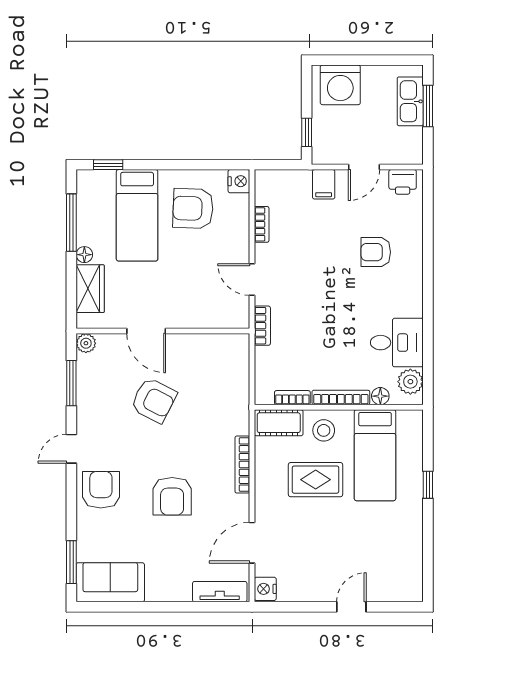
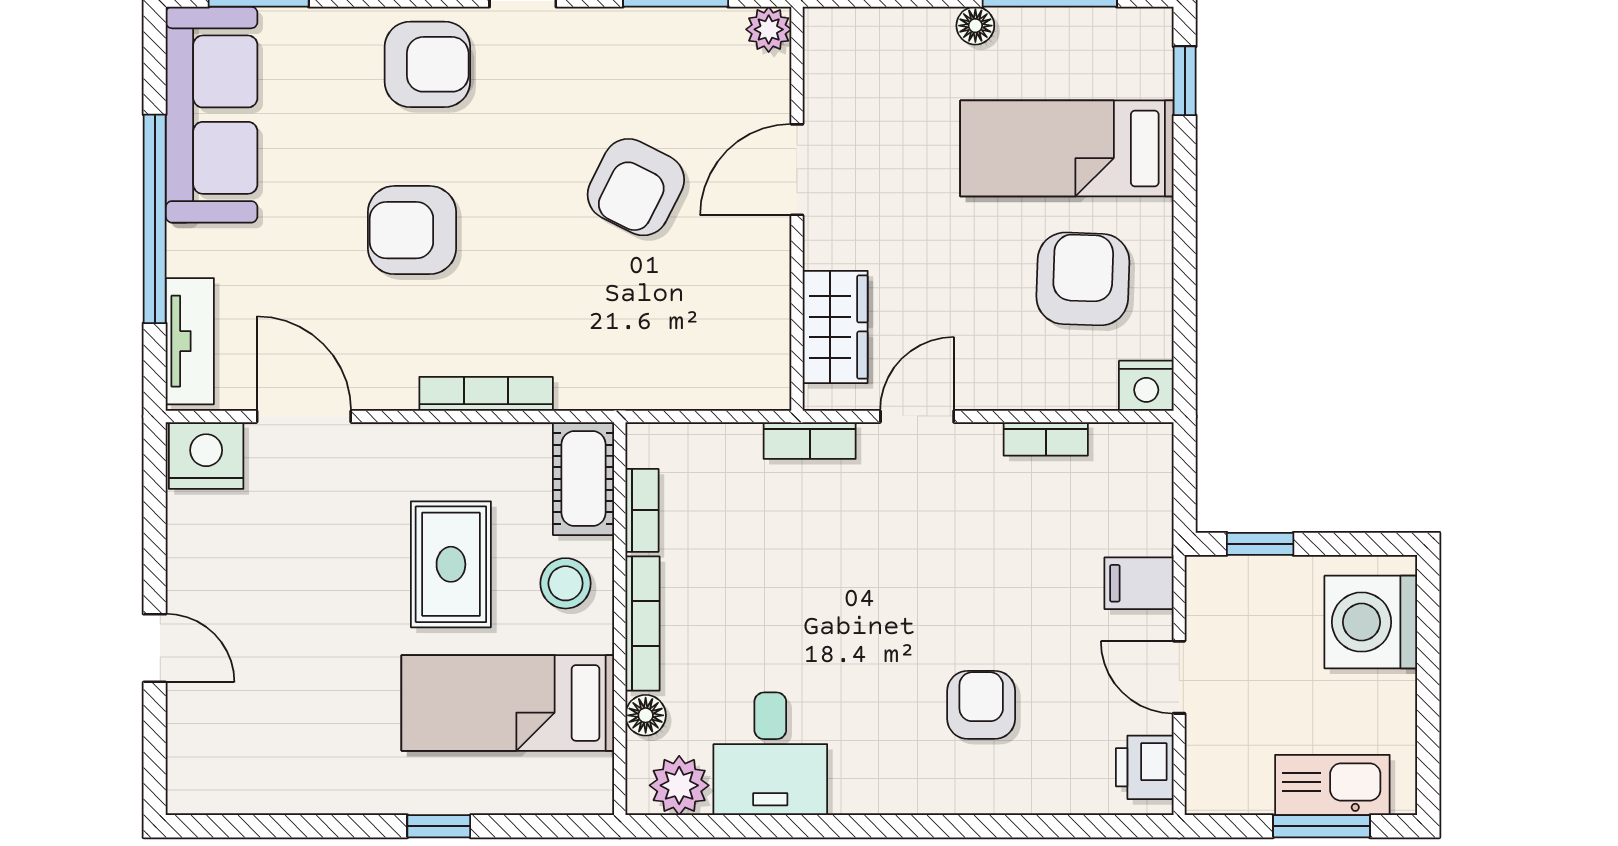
wardrobe: (90, 289) -> (835, 327), moved, turned -90
sofa: (110, 582) -> (212, 115), width x1.36
nightstand: (265, 589) -> (206, 456), width x1.36, depth x1.33
window: (167, 607) -> (155, 219), added

